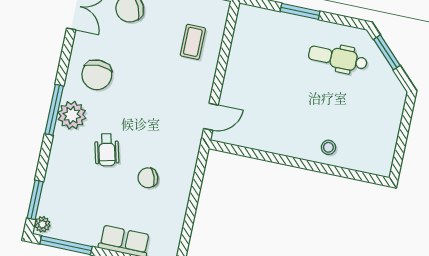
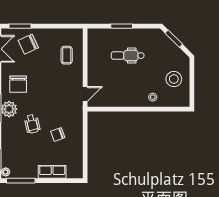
dental chair: (338, 58) -> (128, 56), moved
stool: (372, 123) -> (174, 79), added

